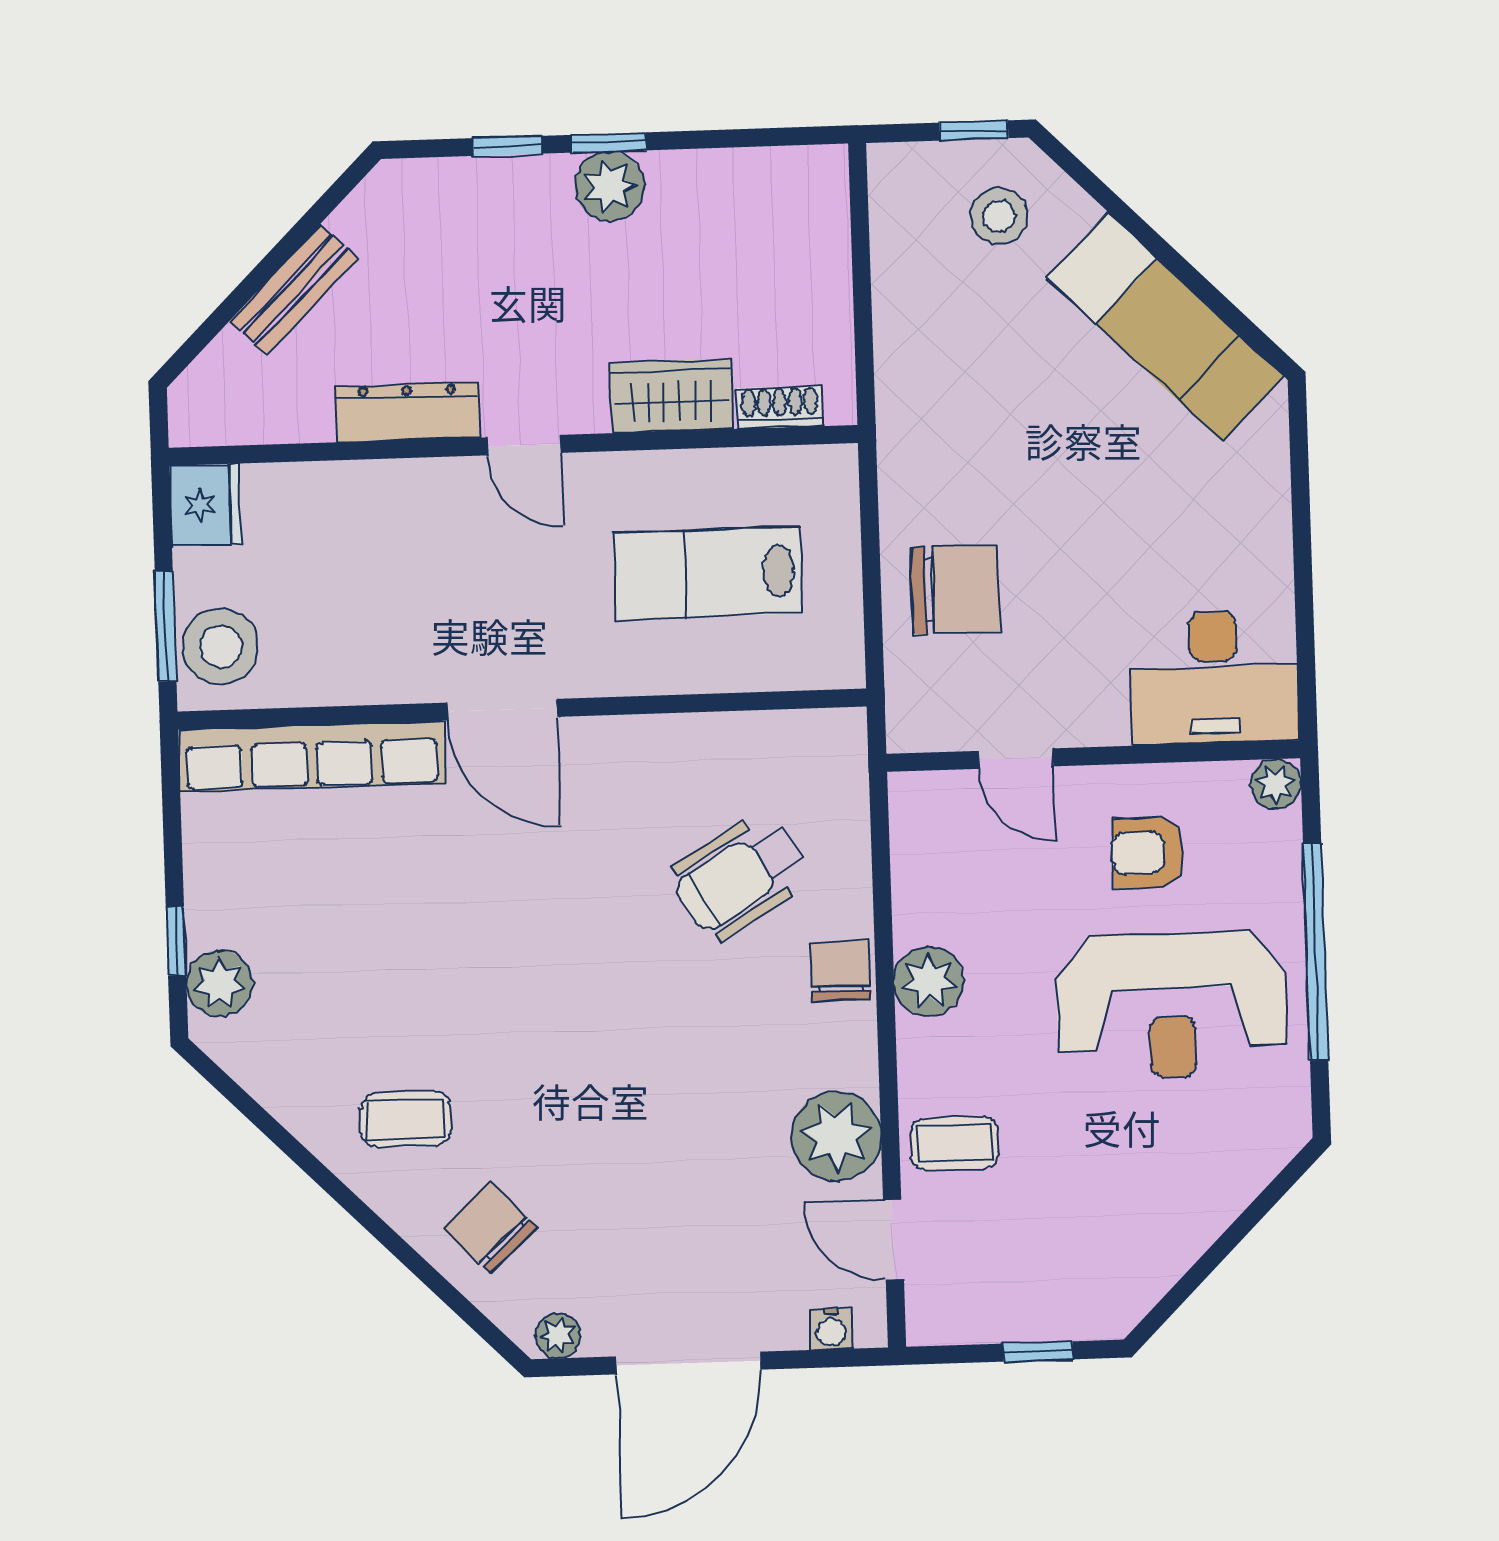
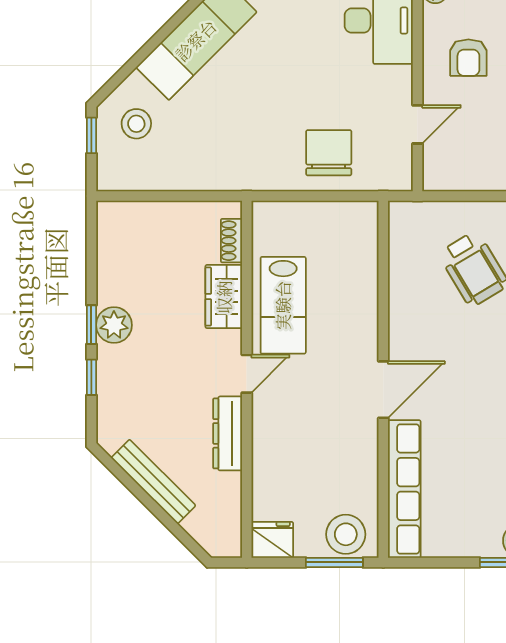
bench: (293, 290) -> (153, 482), width x1.36
lab bench: (708, 573) -> (283, 305), moved

